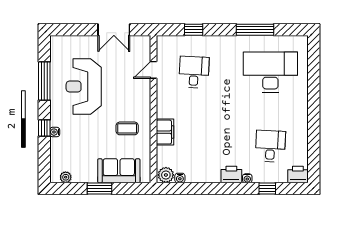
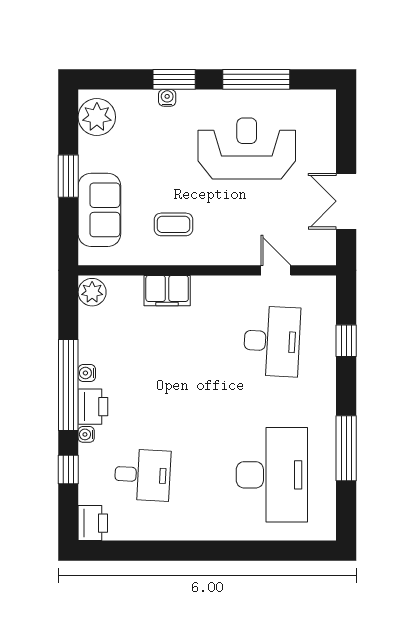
desk: (194, 72) -> (272, 341), width x1.37
window: (44, 128) -> (174, 79), width x1.50
coffee table: (127, 128) -> (173, 224), turned 90
plant: (66, 177) -> (97, 117), width x1.87, depth x1.87
water cooler: (180, 178) -> (87, 373), moved
window: (219, 189) -> (68, 385), added

